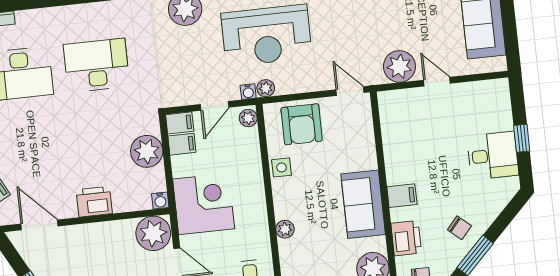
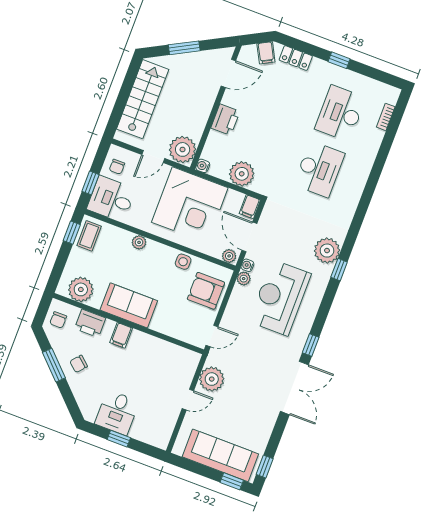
door: (215, 106) -> (249, 237), width x1.38
filing cabinet: (182, 144) -> (234, 201), removed
corner desk: (204, 204) -> (190, 205), width x1.36, depth x1.36

